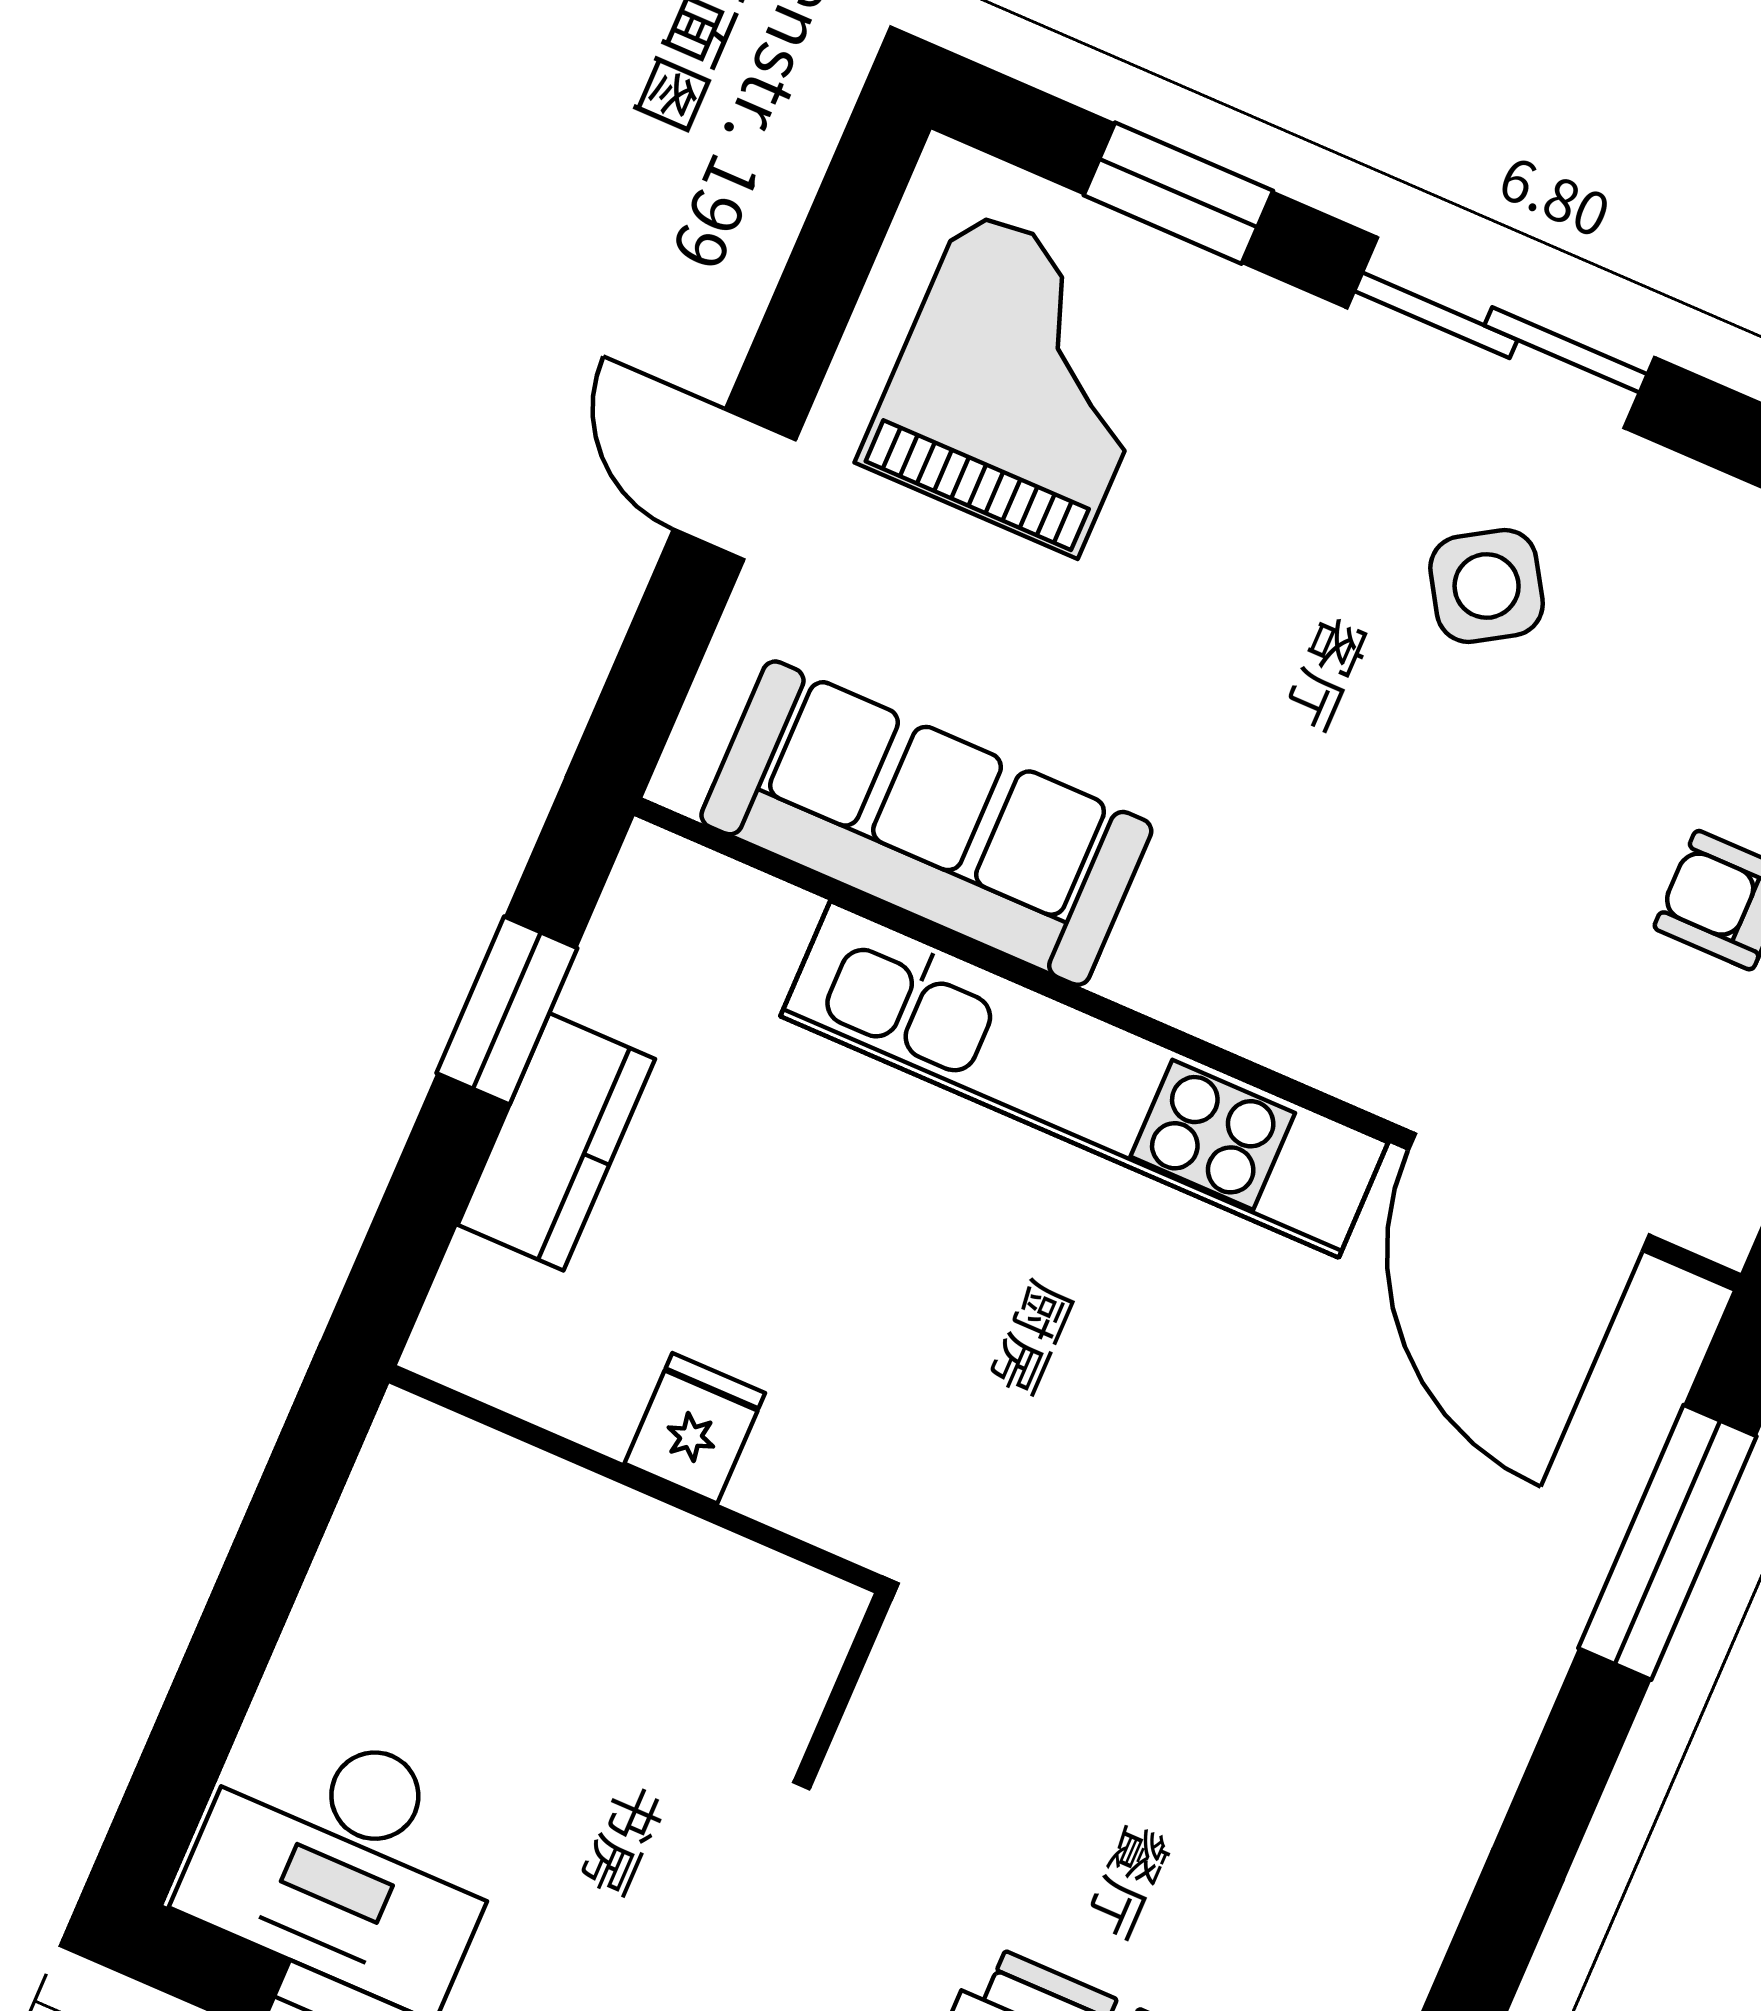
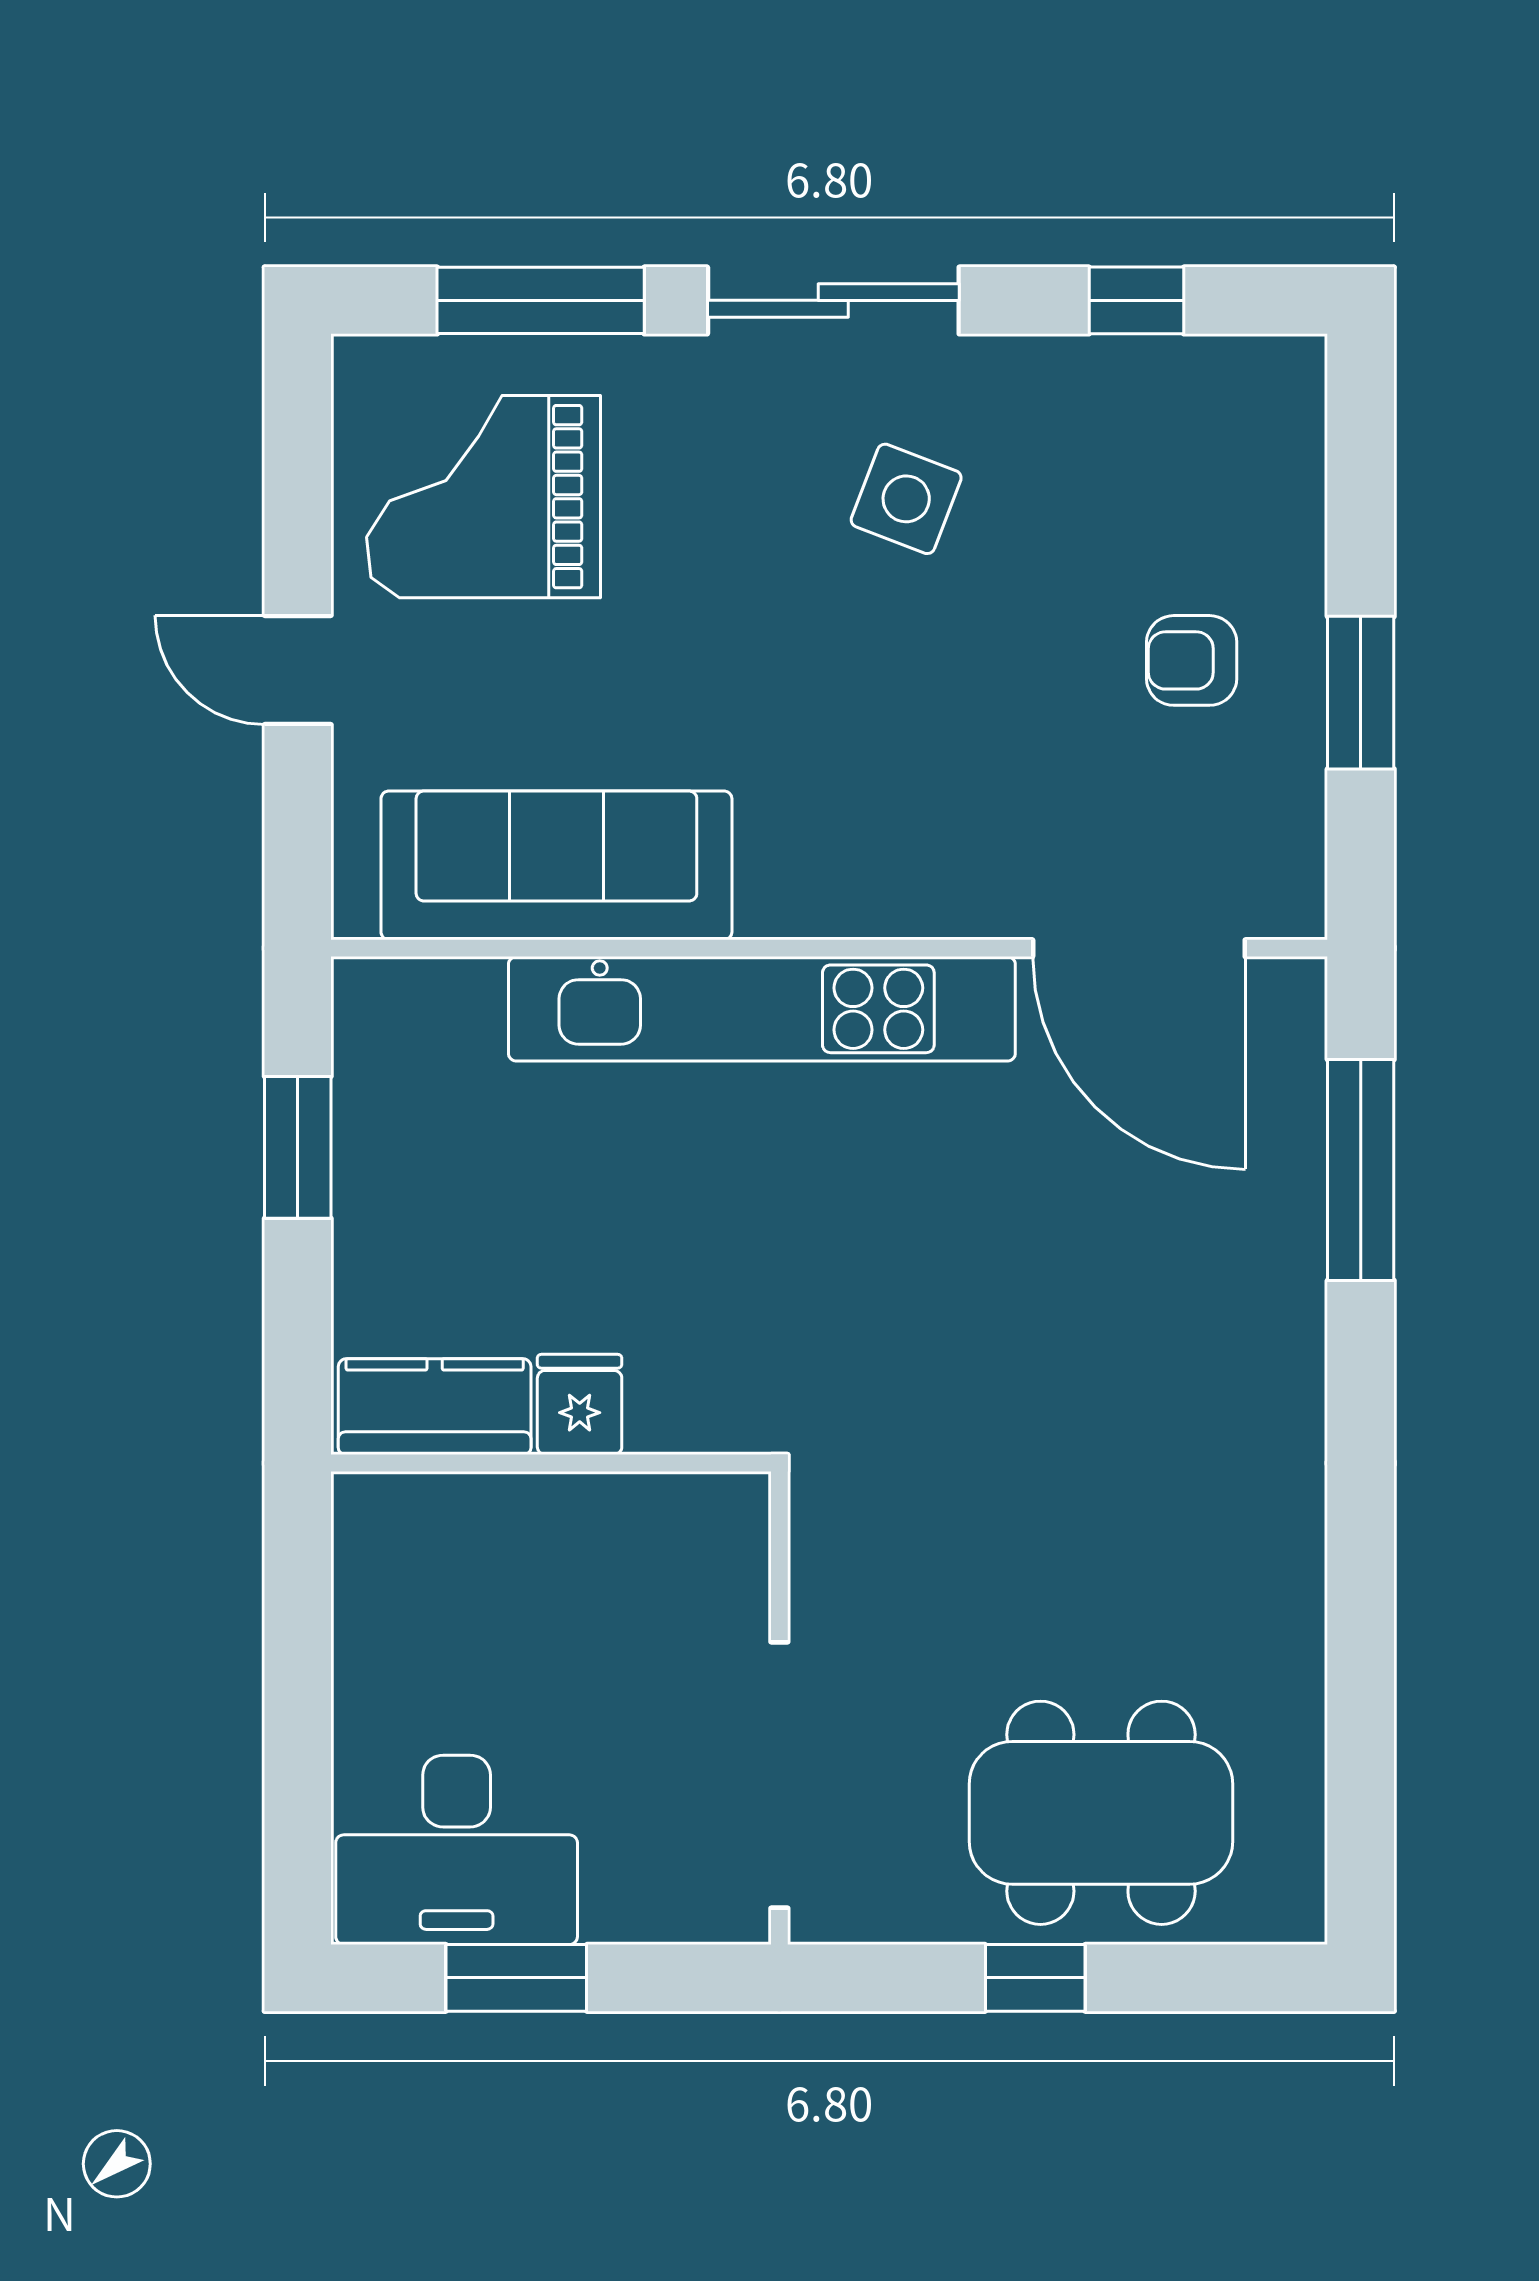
window: (1178, 193) -> (541, 300), width x1.44
grand piano: (1022, 382) -> (483, 497), turned -90
side table: (1487, 586) -> (906, 499), turned -37
kitchen counter: (556, 1142) -> (435, 1407), moved, turned -90

